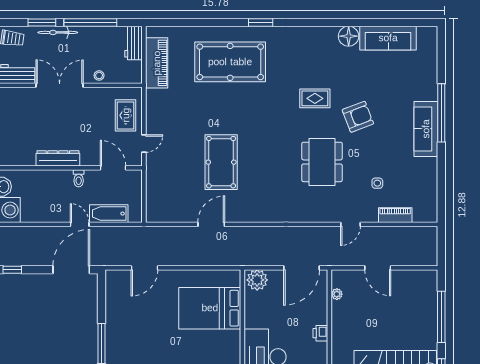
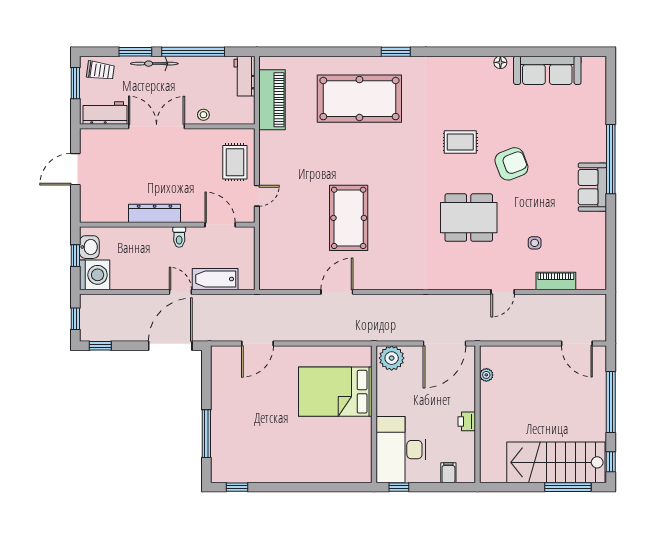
floor lamp: (349, 36) -> (500, 62), width x0.53, depth x0.53
sofa: (426, 129) -> (592, 187), width x0.73
dining table: (322, 162) -> (469, 218), turned 90
door: (378, 268) -> (577, 344), moved

